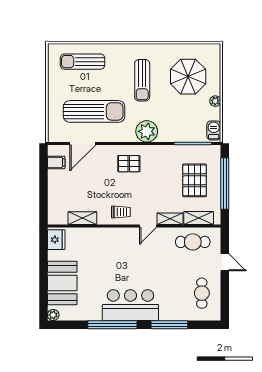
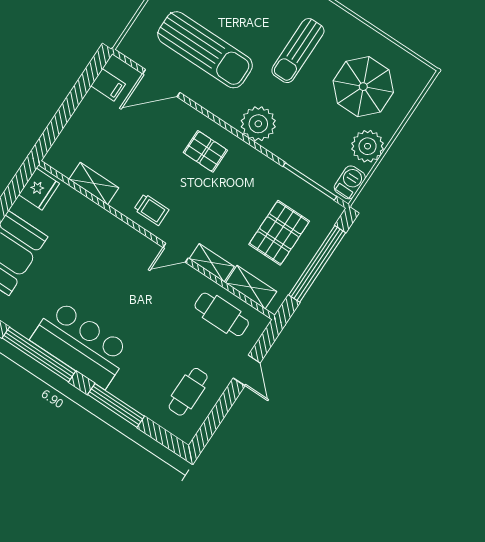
plant: (215, 101) -> (368, 146), width x1.88, depth x1.88

